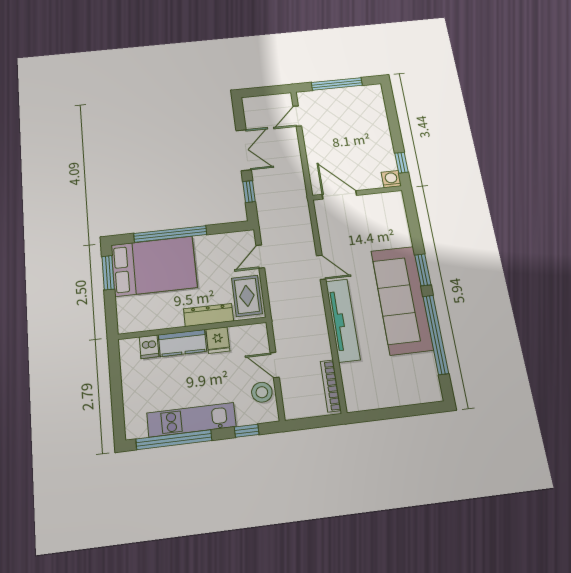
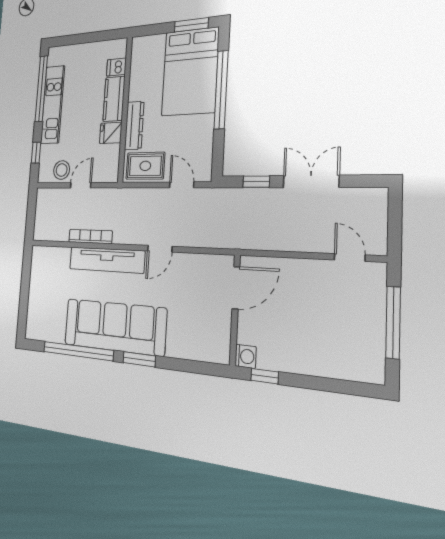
double door: (244, 150) -> (311, 181), swing flipped
bookcase: (331, 386) -> (90, 236), moved

